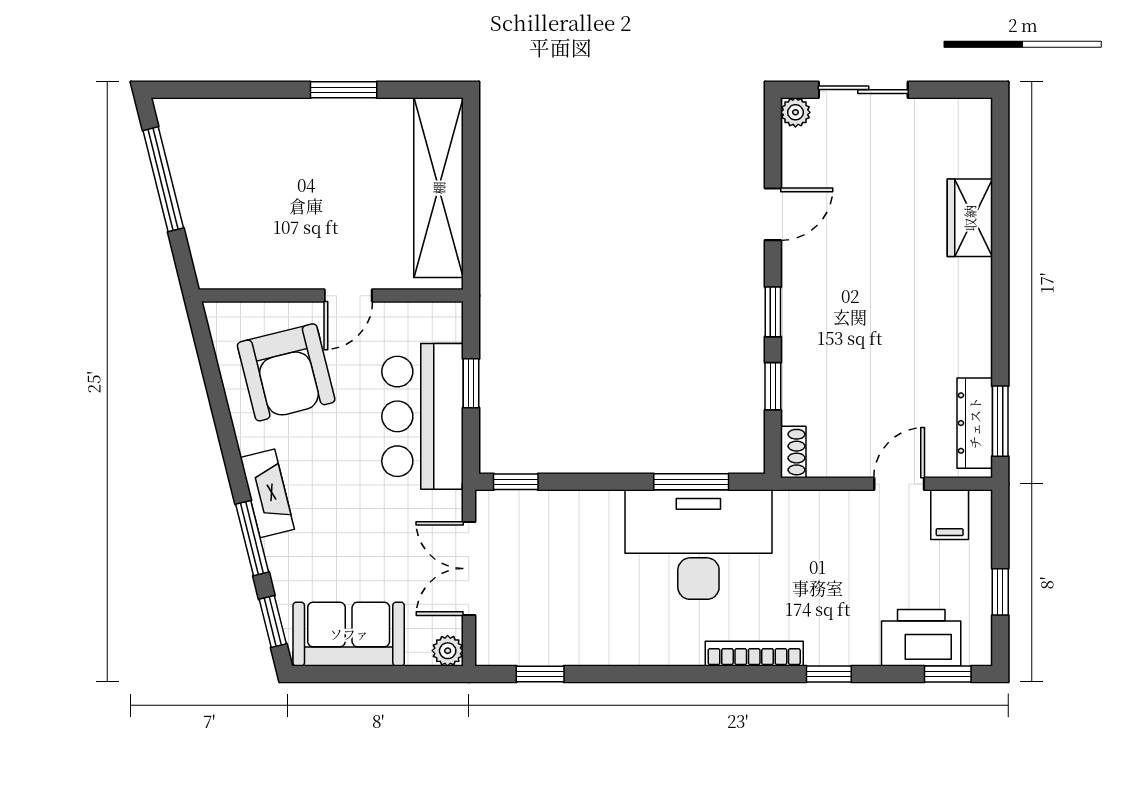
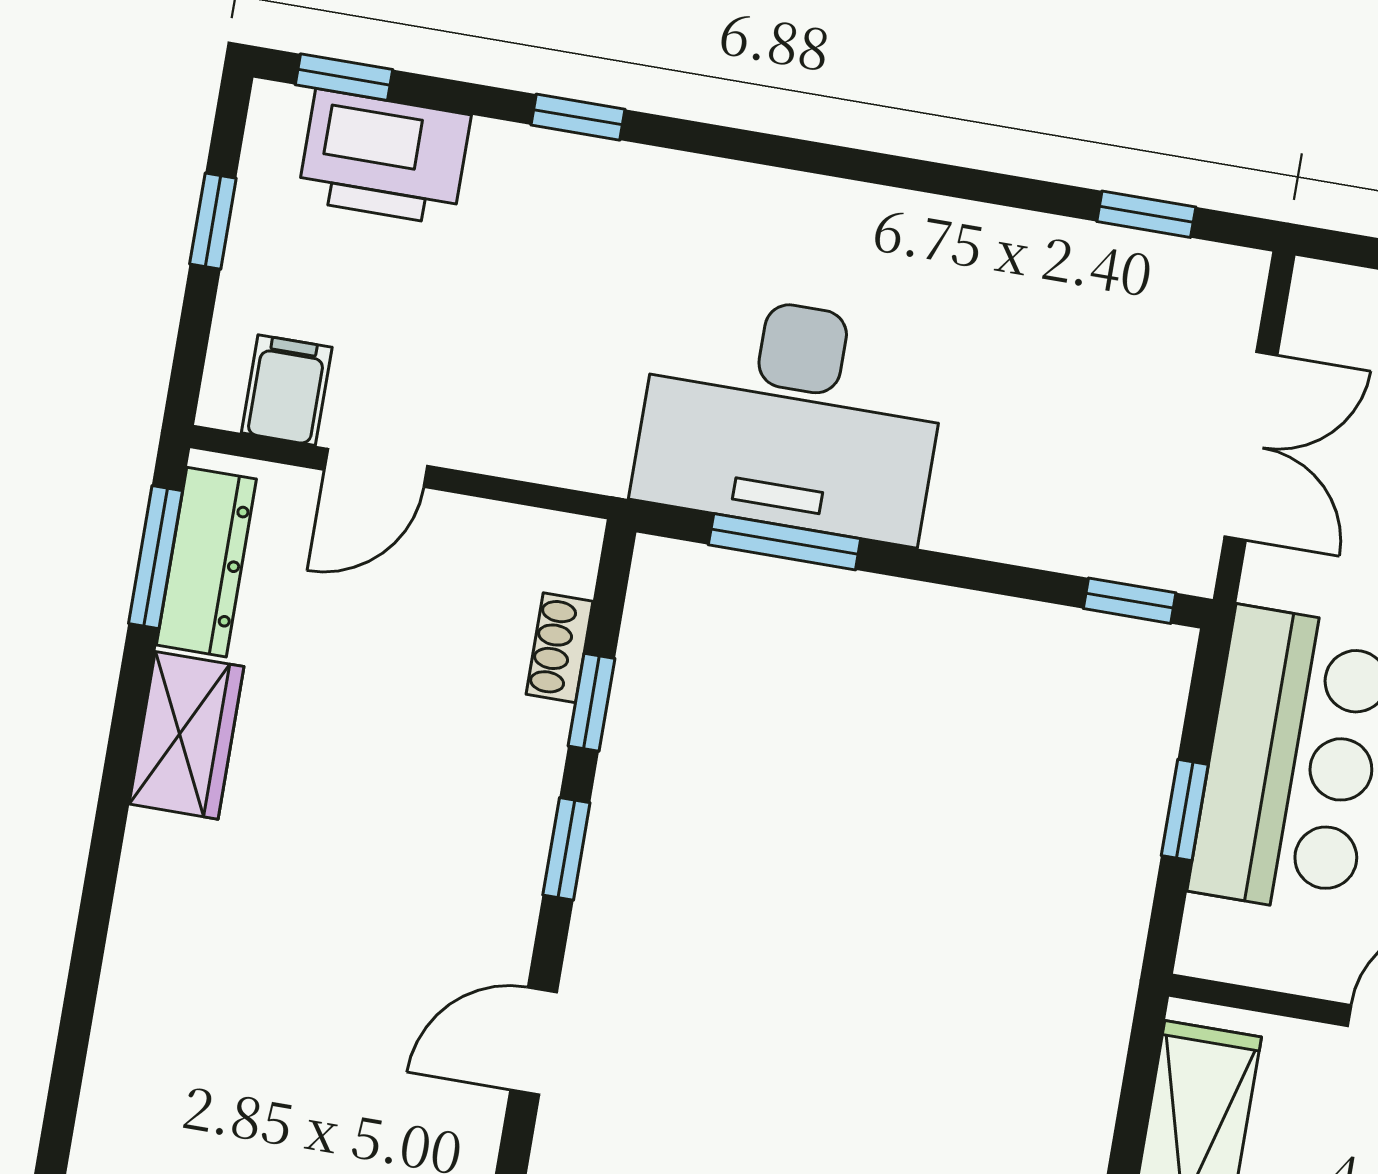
wardrobe: (970, 218) -> (187, 735), moved
shoe rack: (793, 452) -> (559, 648), moved
plant: (448, 651) -> (1321, 291), removed
bookcase: (754, 654) -> (718, 182), removed

